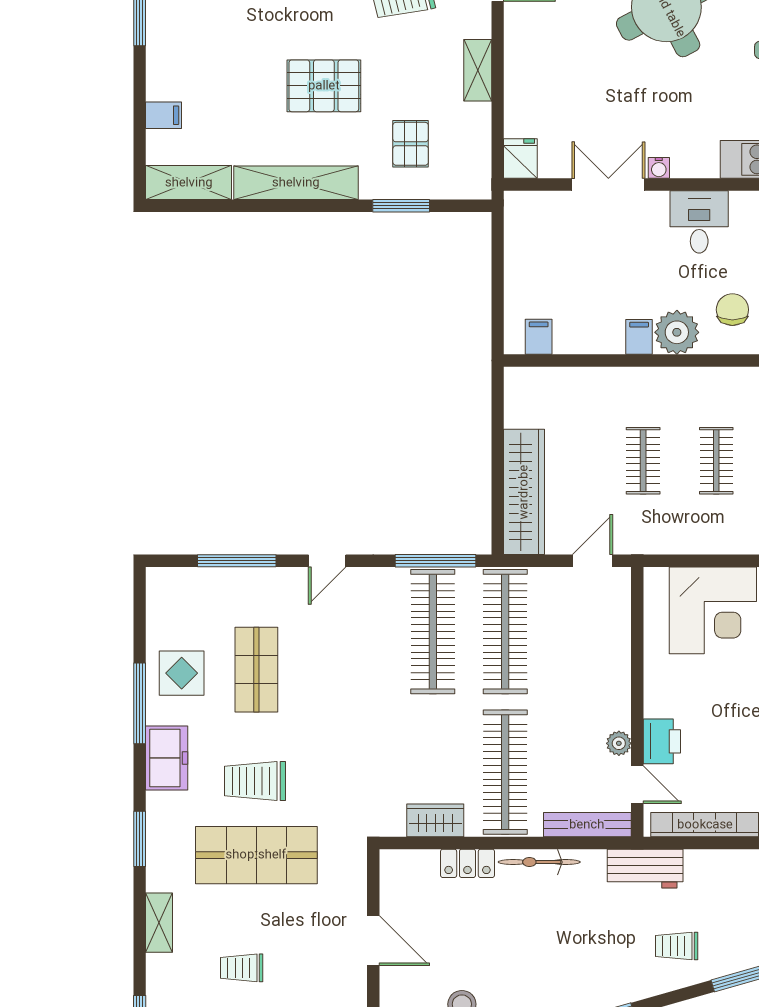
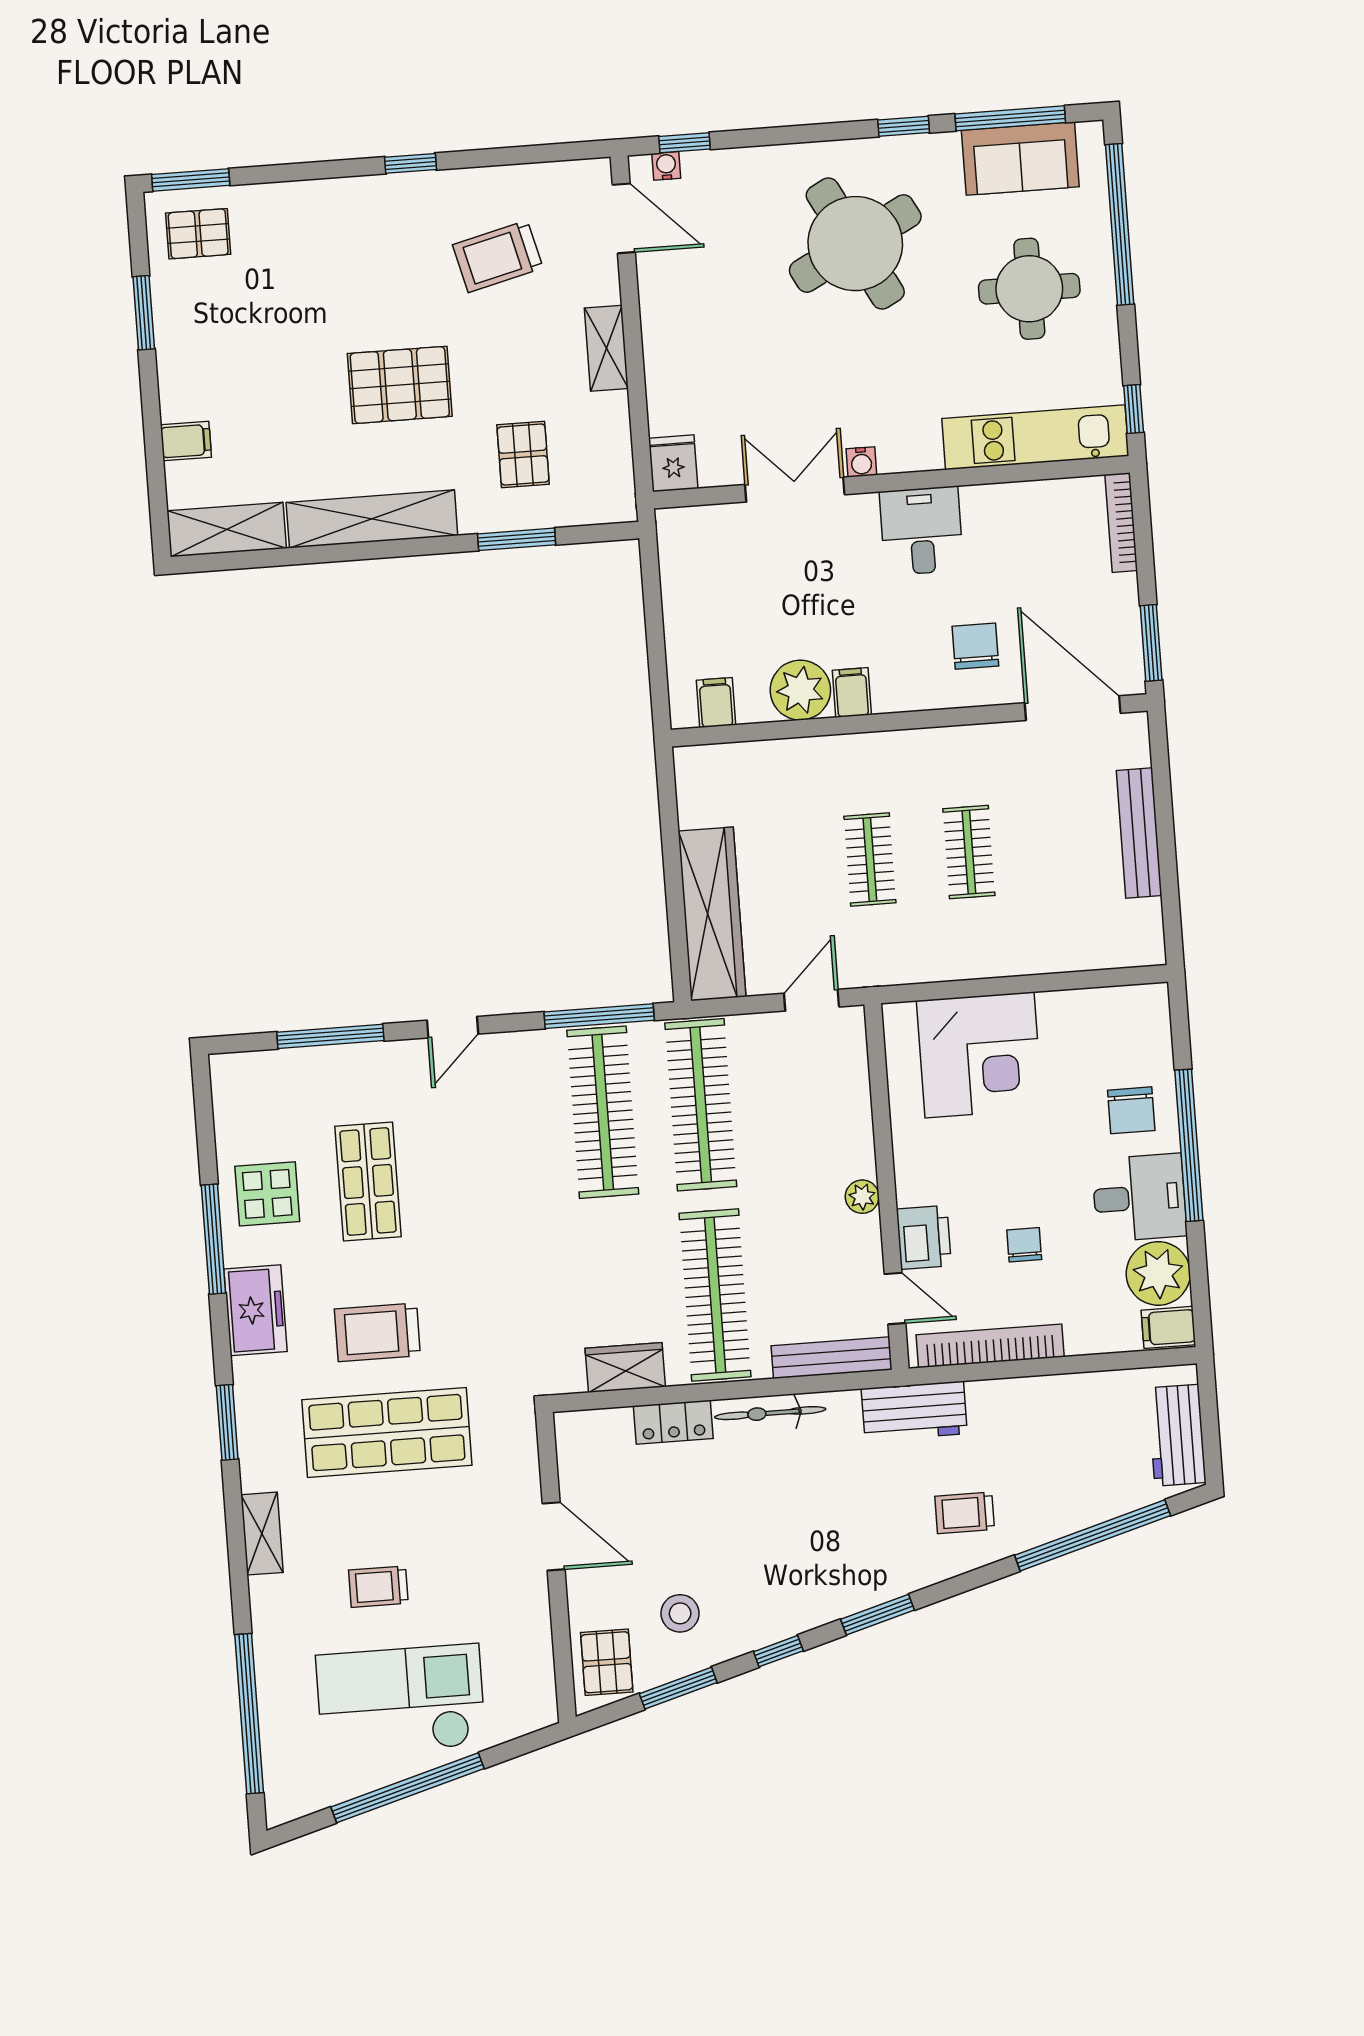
plant: (677, 332) -> (800, 690), moved
plant: (619, 743) -> (862, 1197), moved
chair: (735, 752) -> (1024, 1245), added

